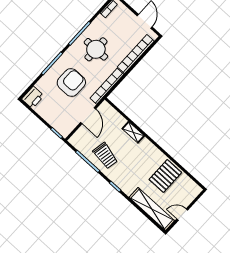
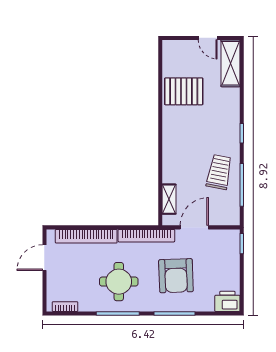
armchair: (71, 83) -> (176, 276), turned -92
shelving: (133, 132) -> (169, 199), moved
shelving: (152, 209) -> (230, 63), width x0.68

